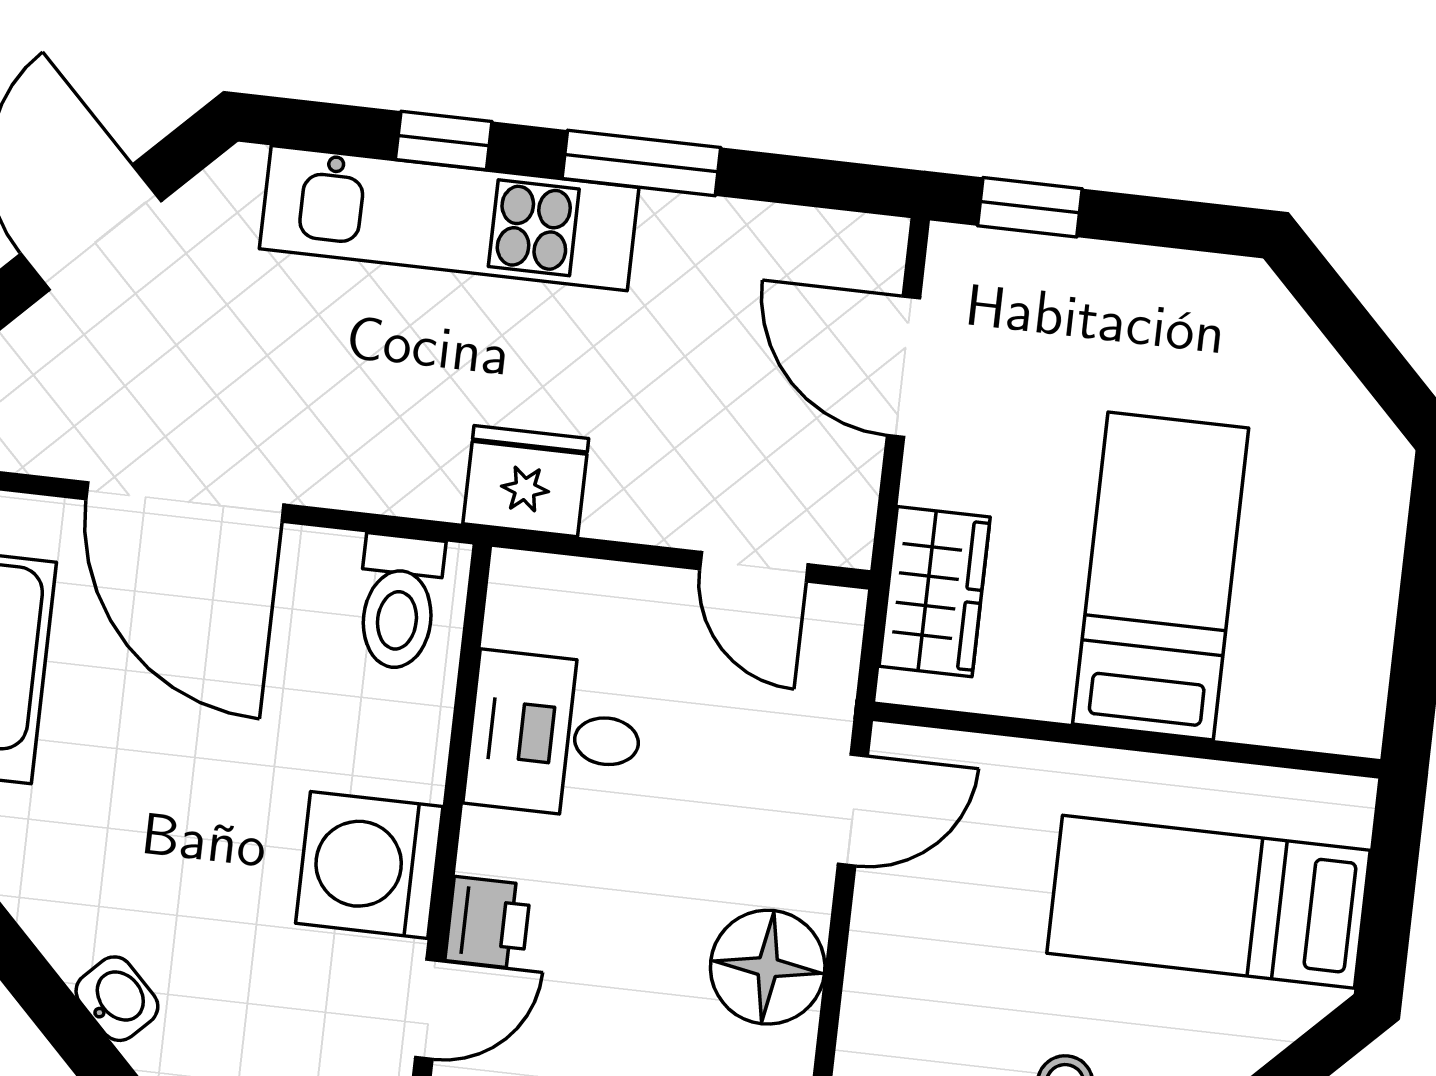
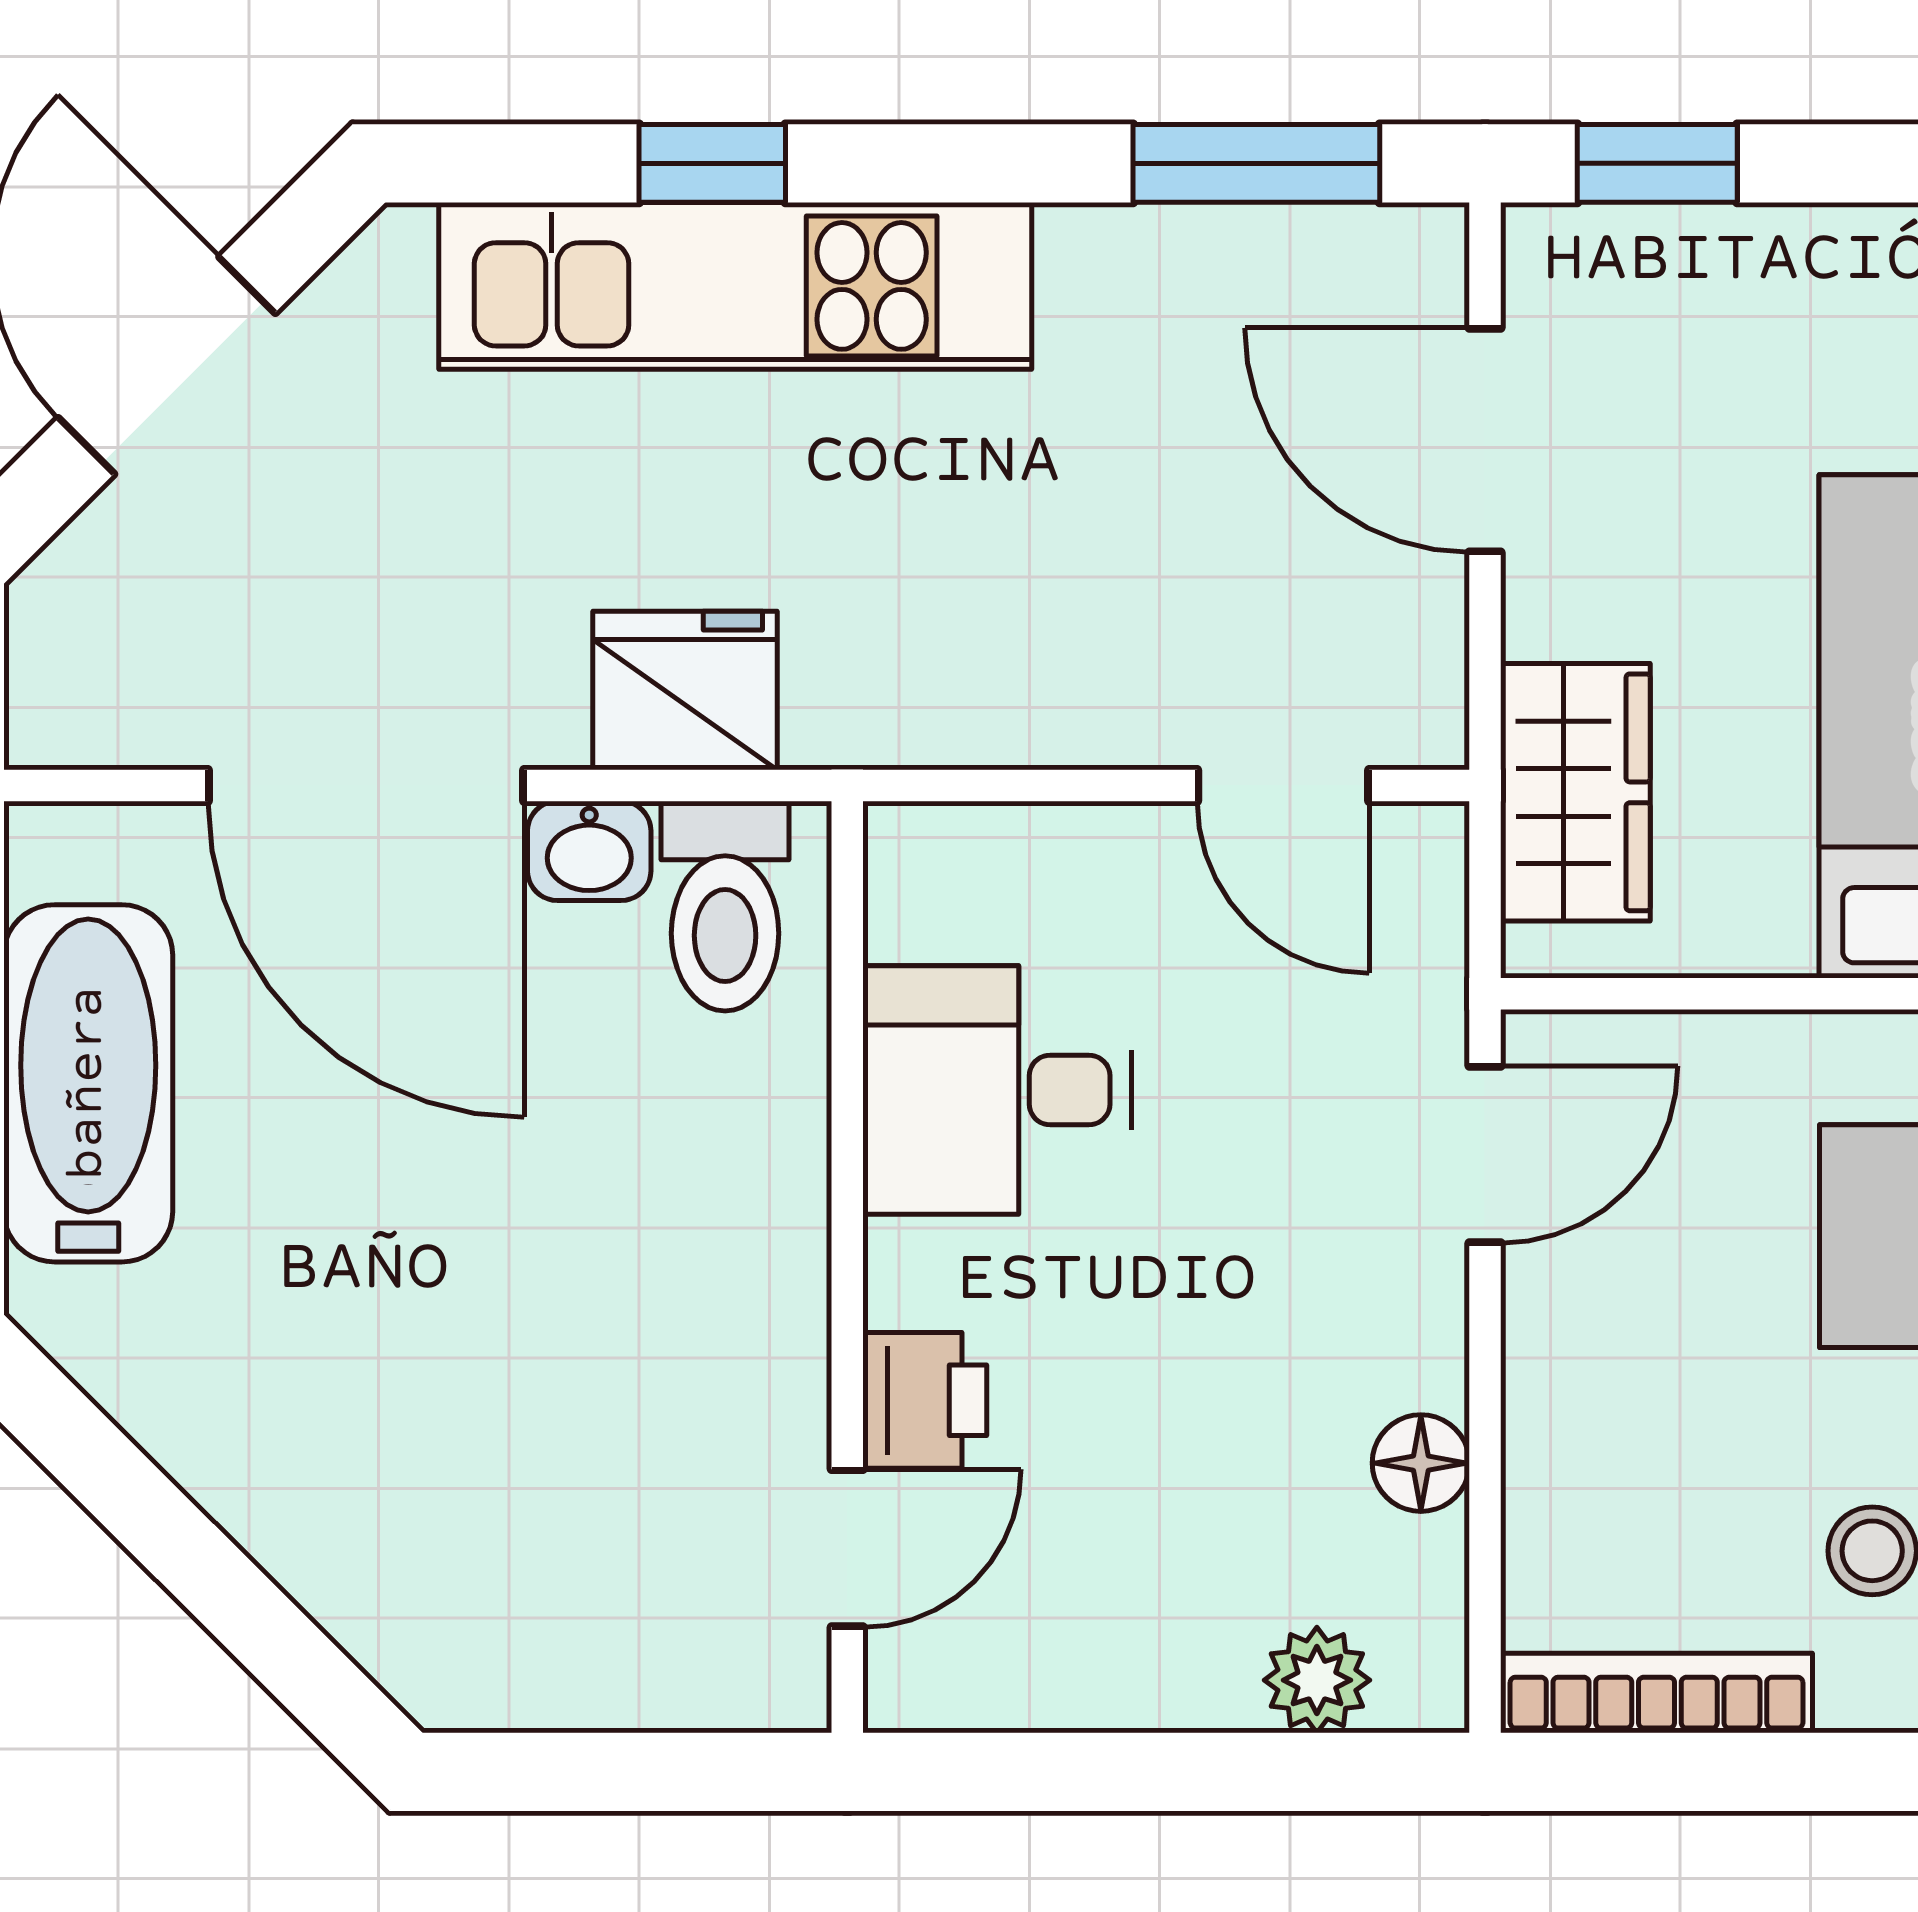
window: (641, 163) -> (1256, 163), moved
fridge: (526, 481) -> (685, 690), moved
washing machine: (369, 865) -> (725, 1330), removed
floor lamp: (768, 967) -> (1421, 1463), width x0.53, depth x0.53
washbasin: (117, 999) -> (589, 851), moved, turned 135

